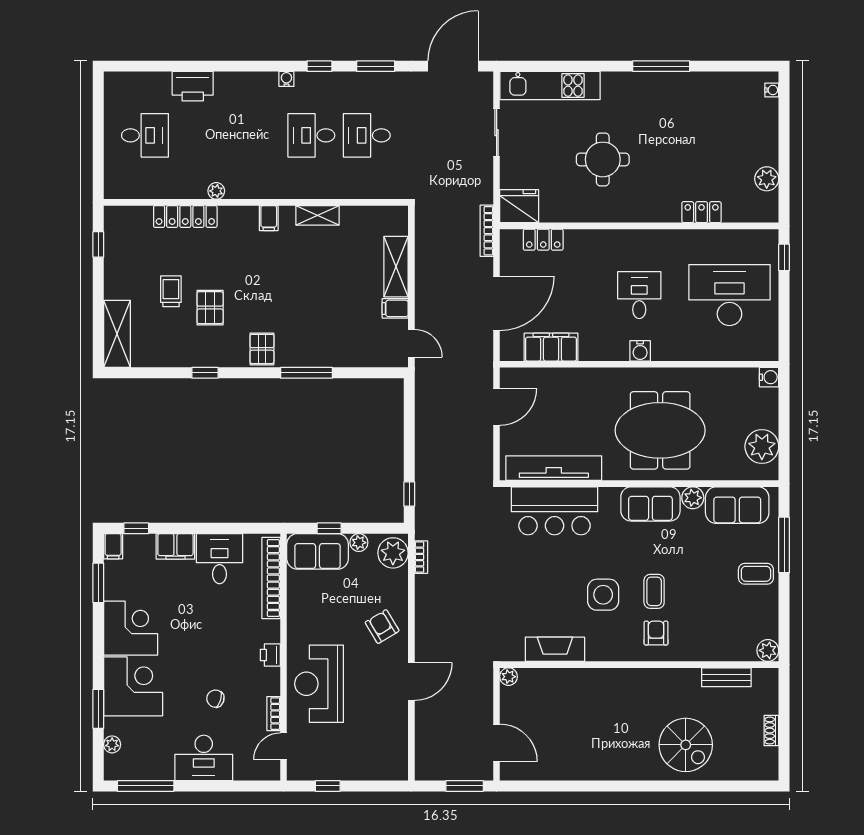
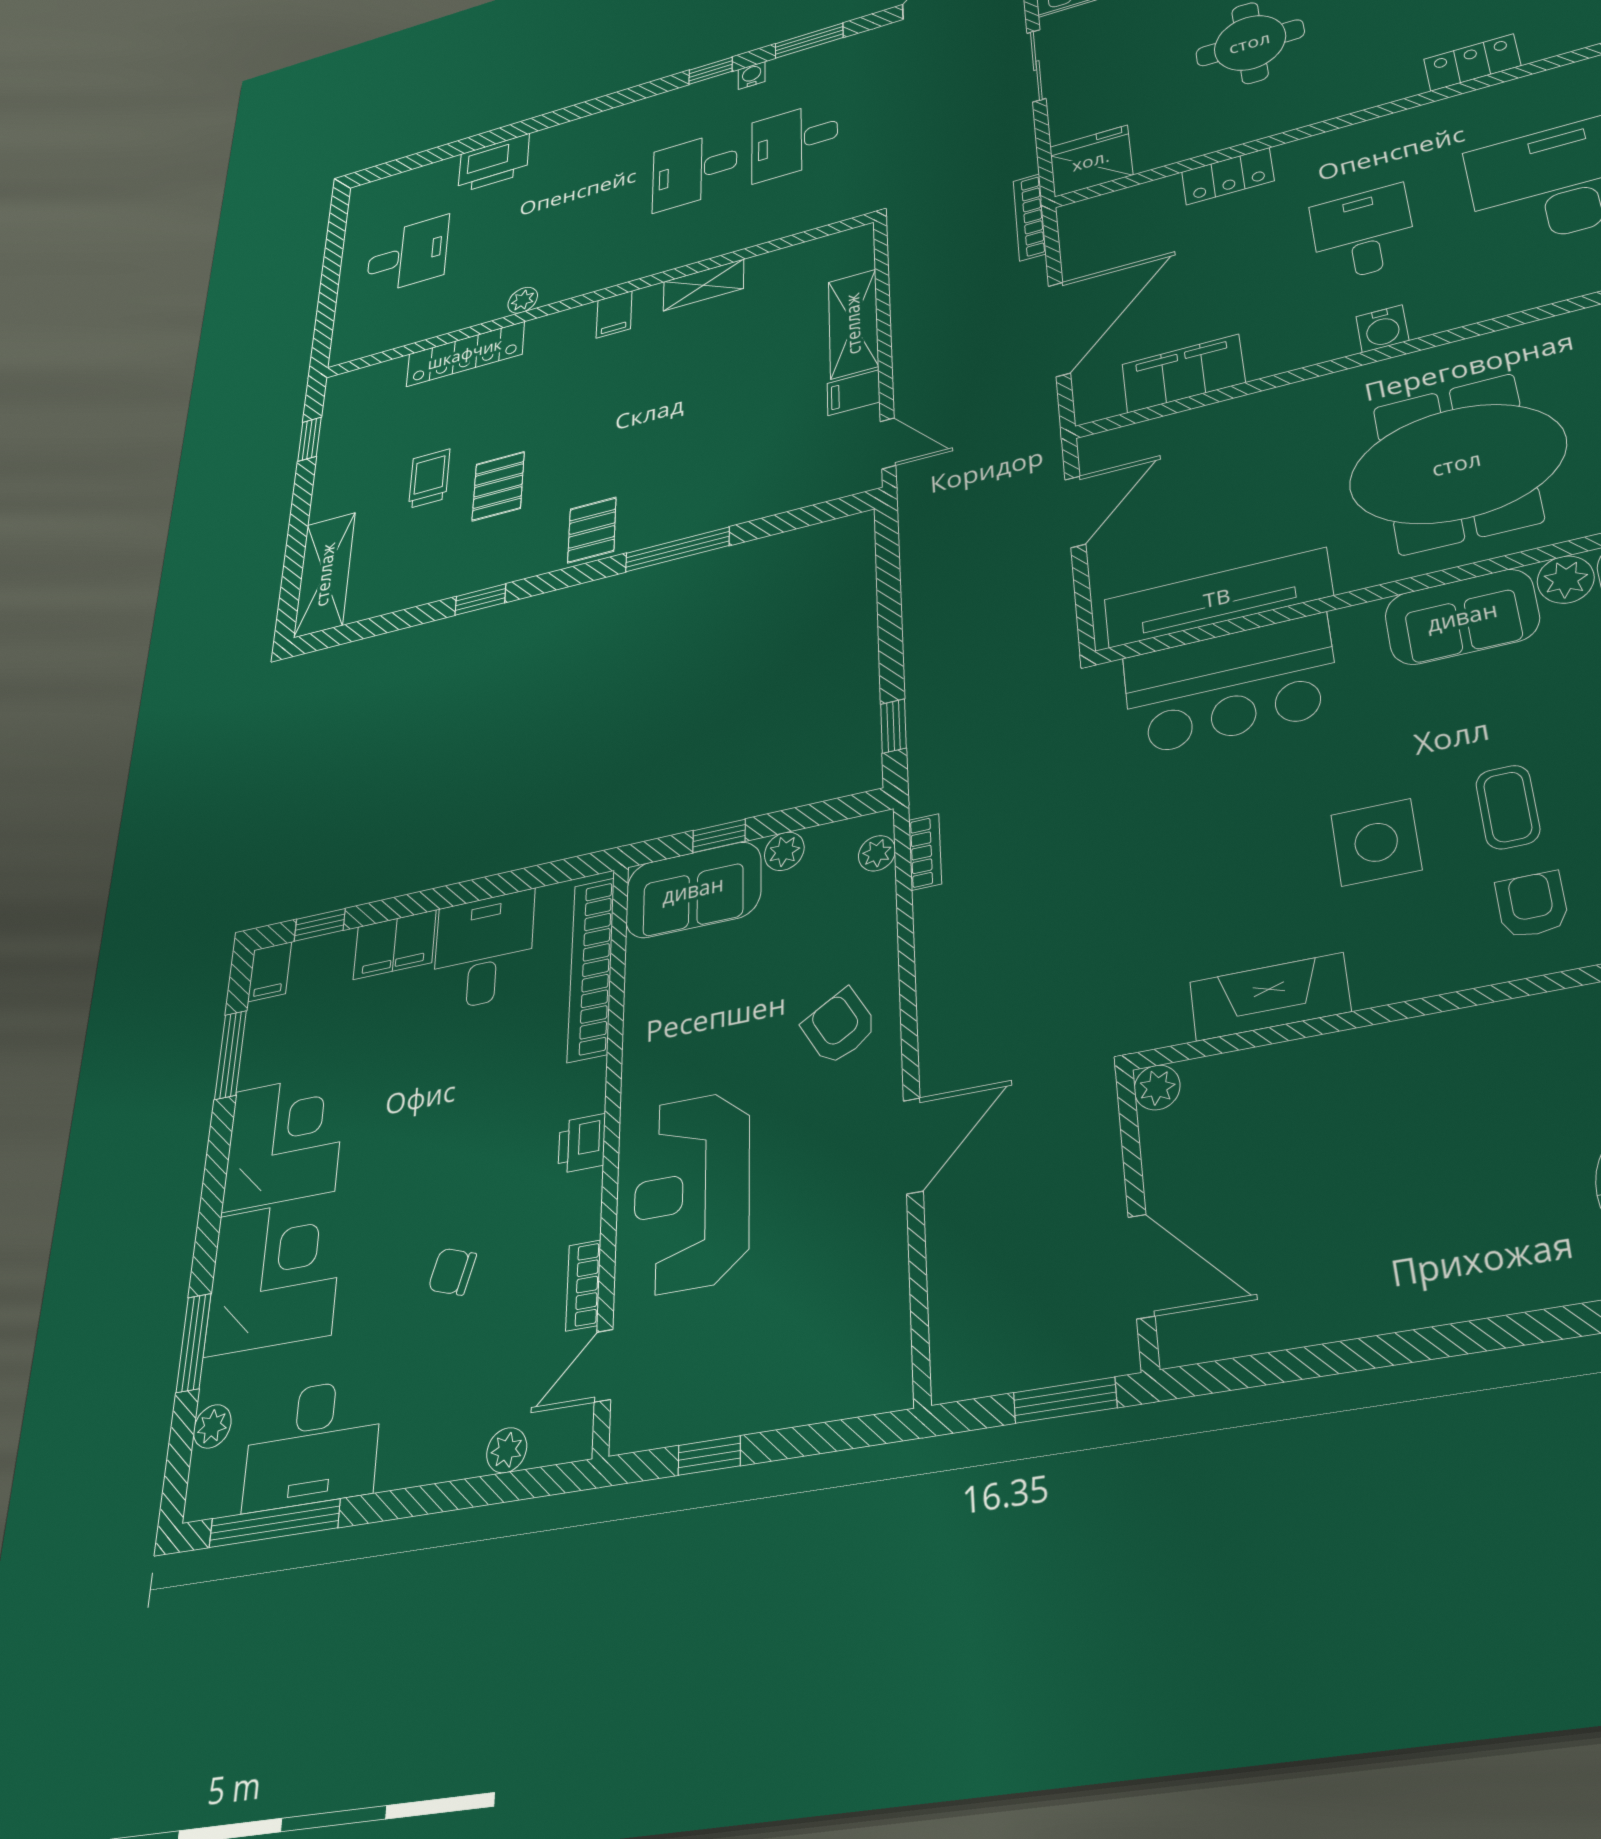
water cooler: (286, 79) -> (752, 75), moved
locker: (543, 240) -> (1228, 176), moved
plant: (393, 553) -> (877, 853), width x0.53, depth x0.53
desk: (204, 758) -> (312, 1444), moved
plant: (244, 772) -> (507, 1450), added

